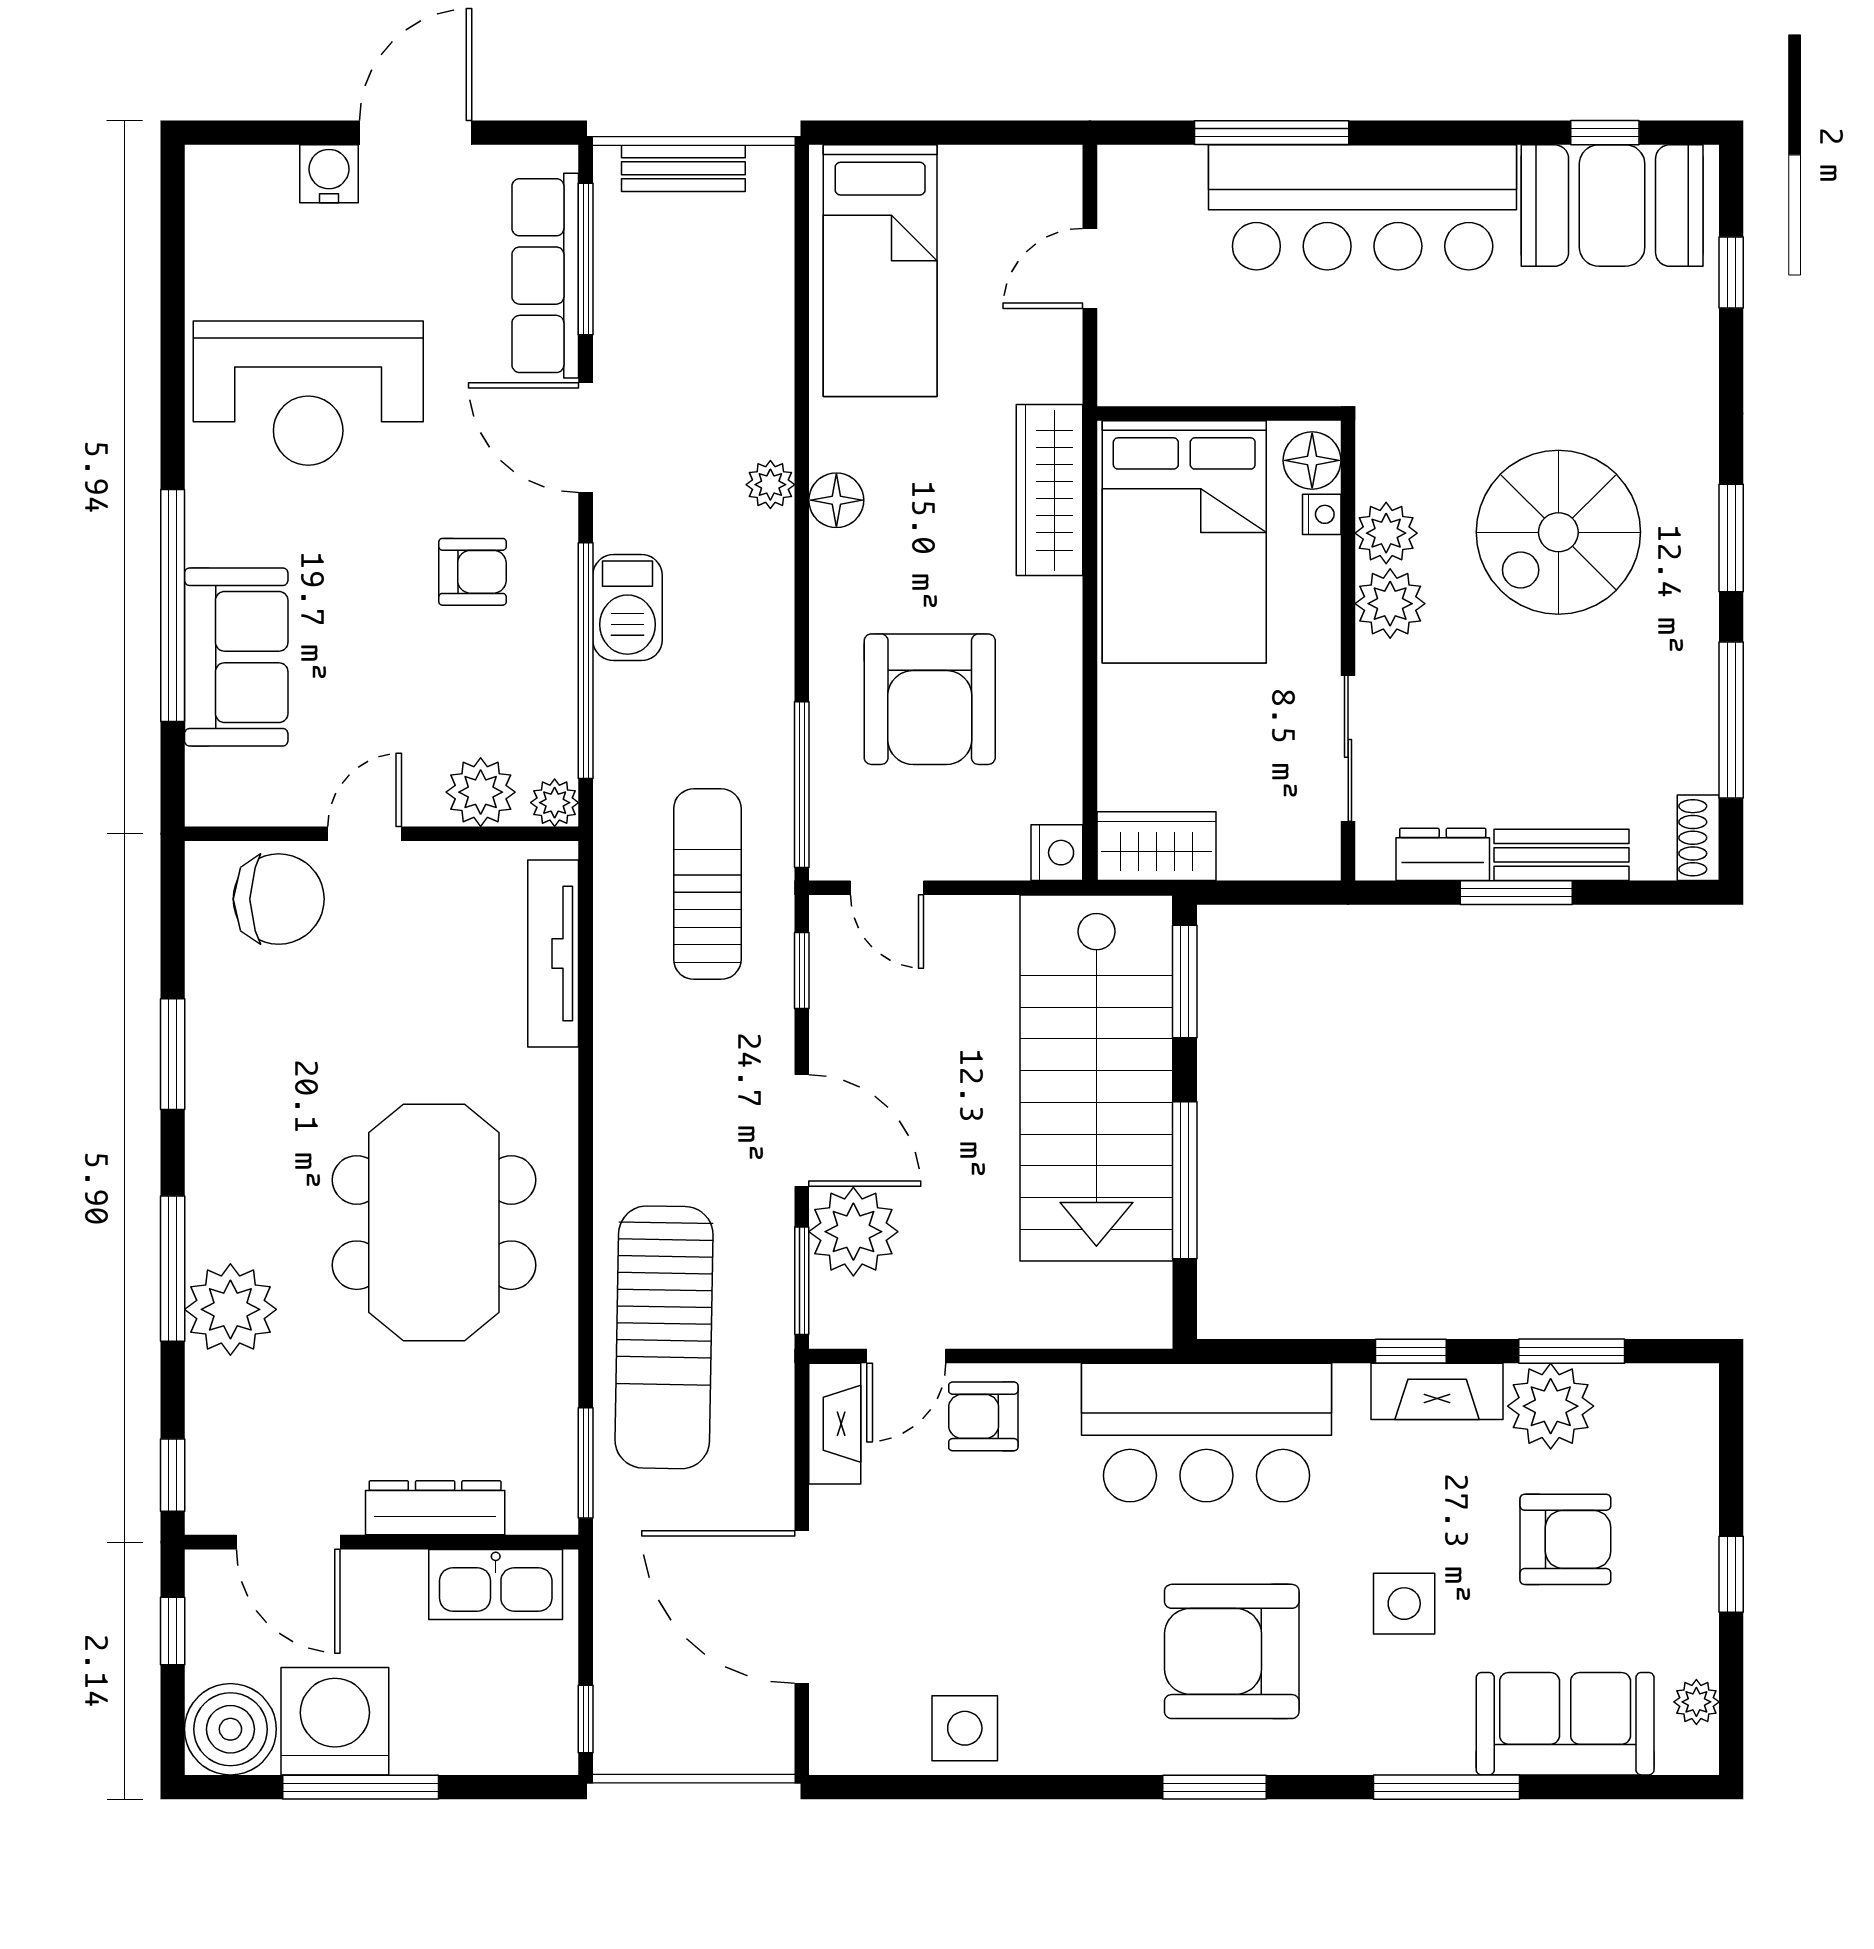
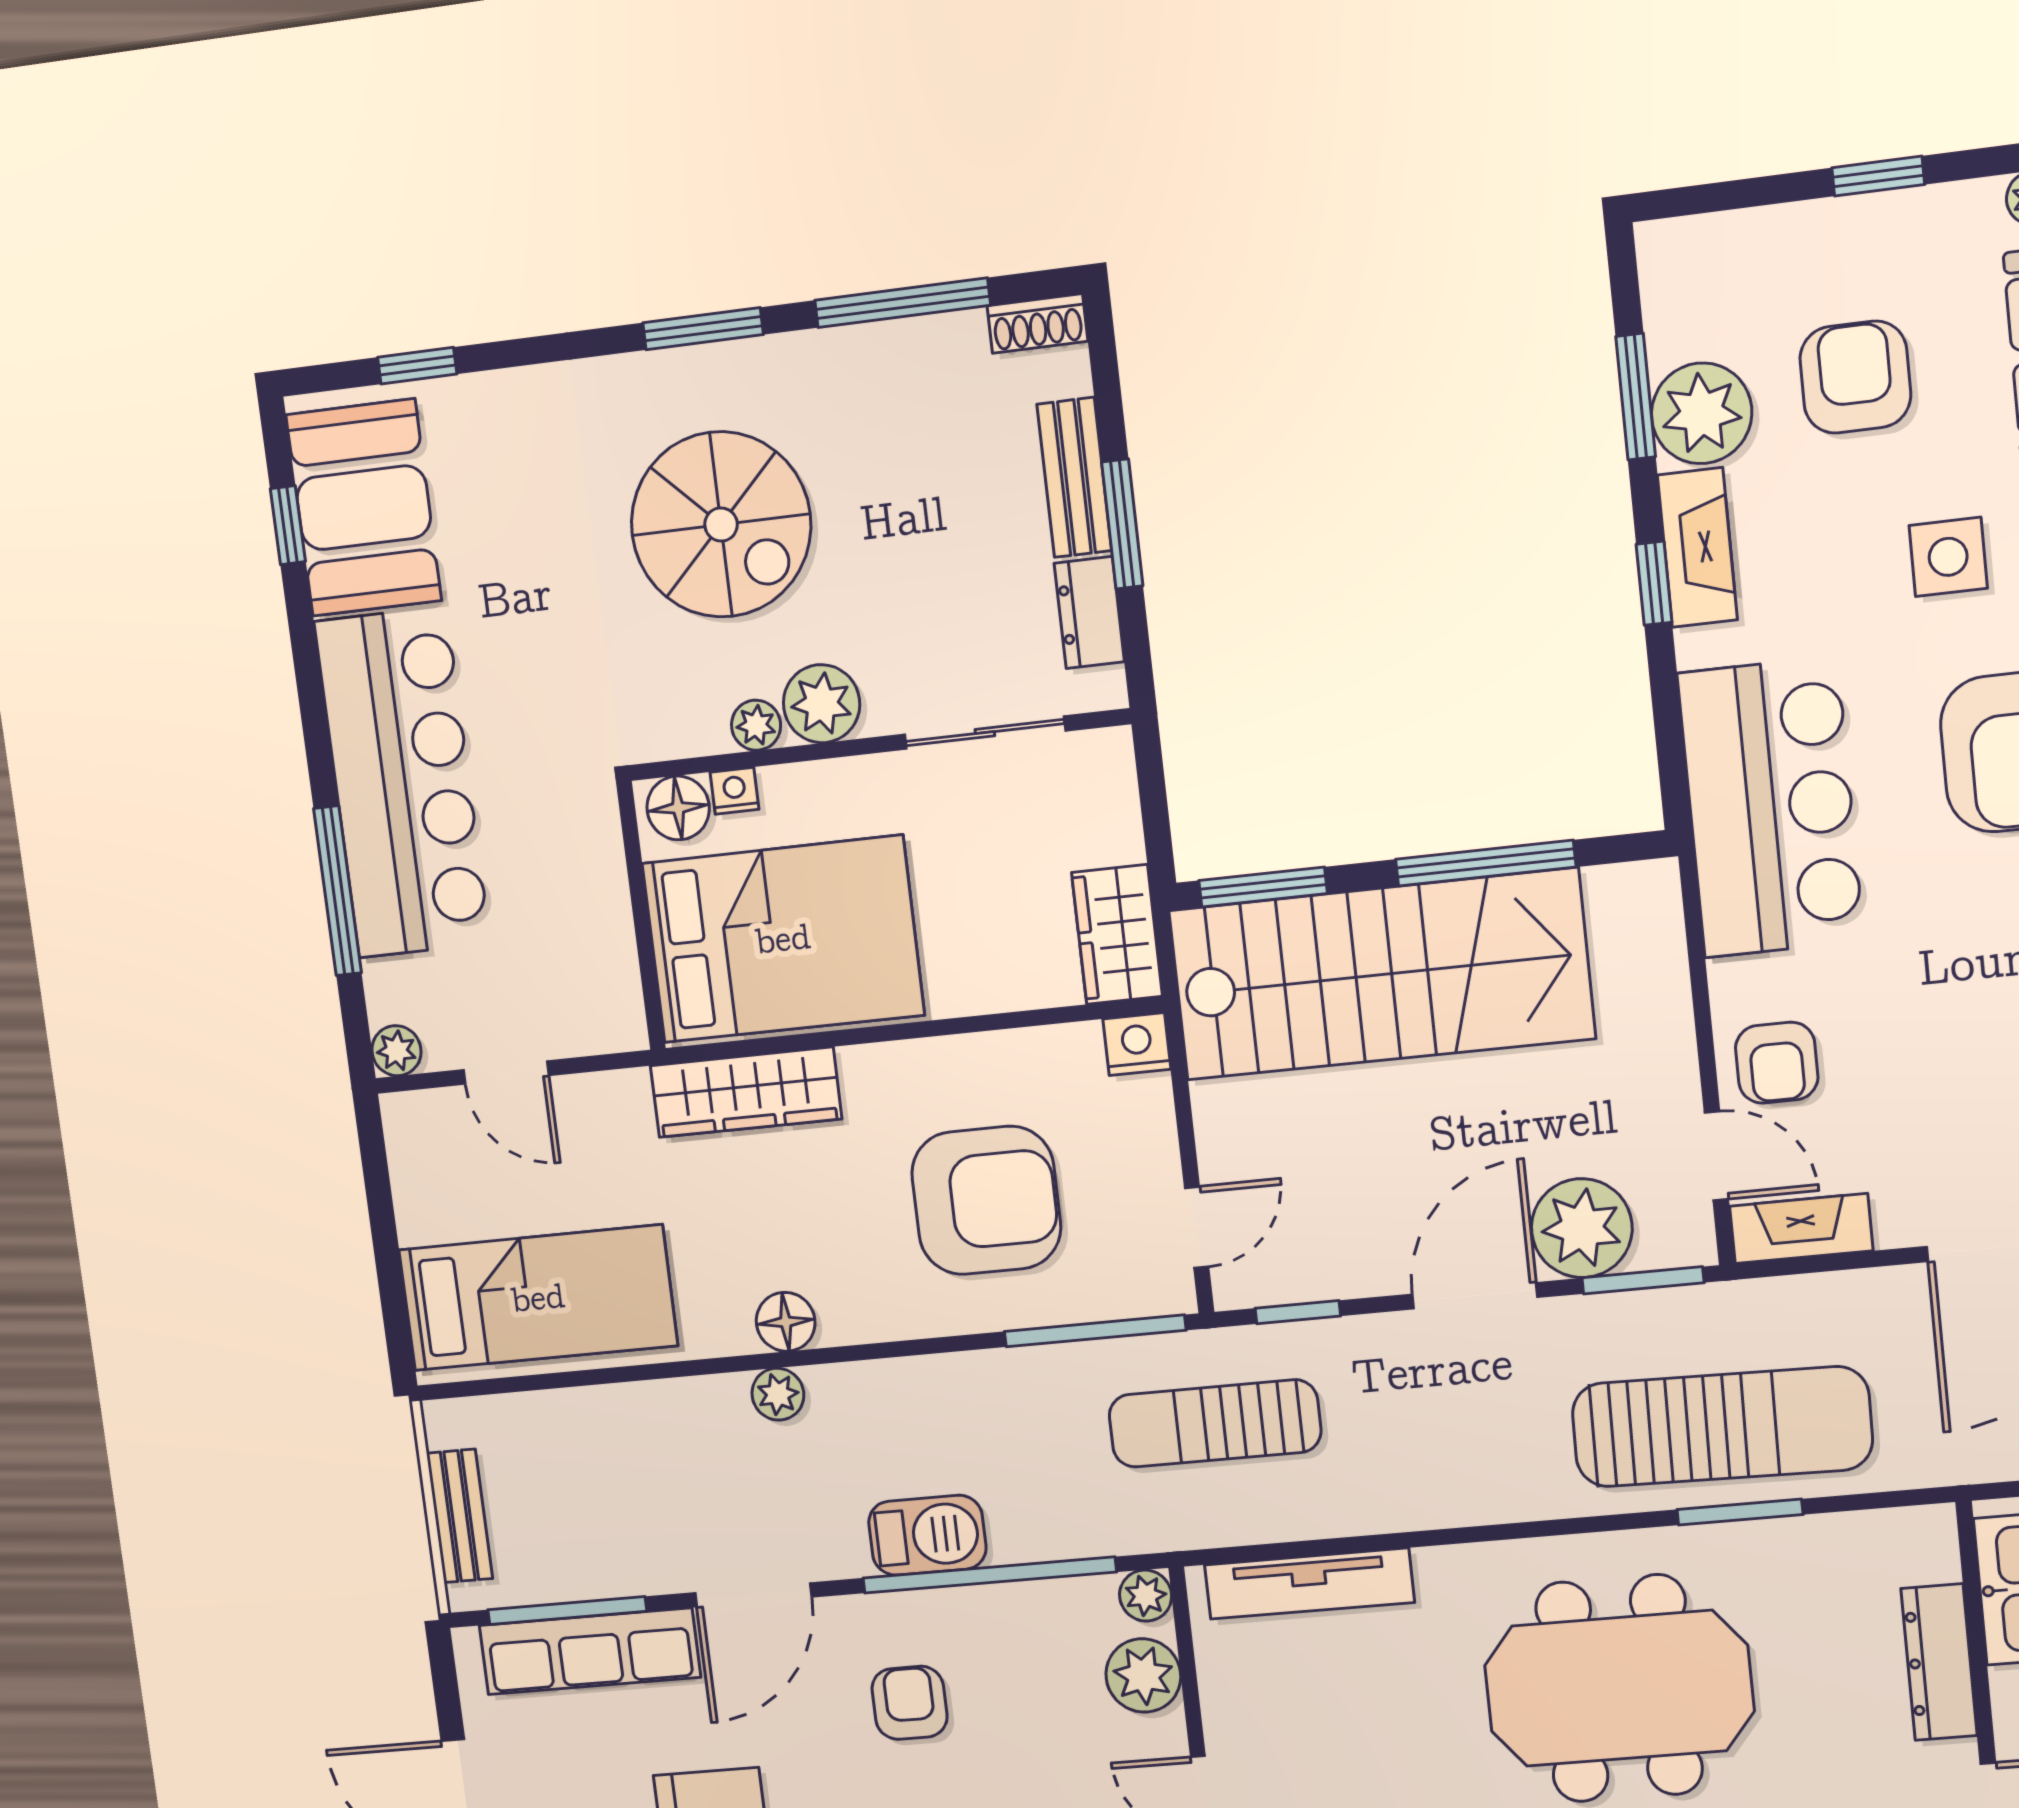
plant: (1120, 168) -> (396, 1051), added
plant: (1386, 533) -> (756, 725), width x0.73, depth x0.73
window: (586, 1463) -> (1740, 1512), moved

